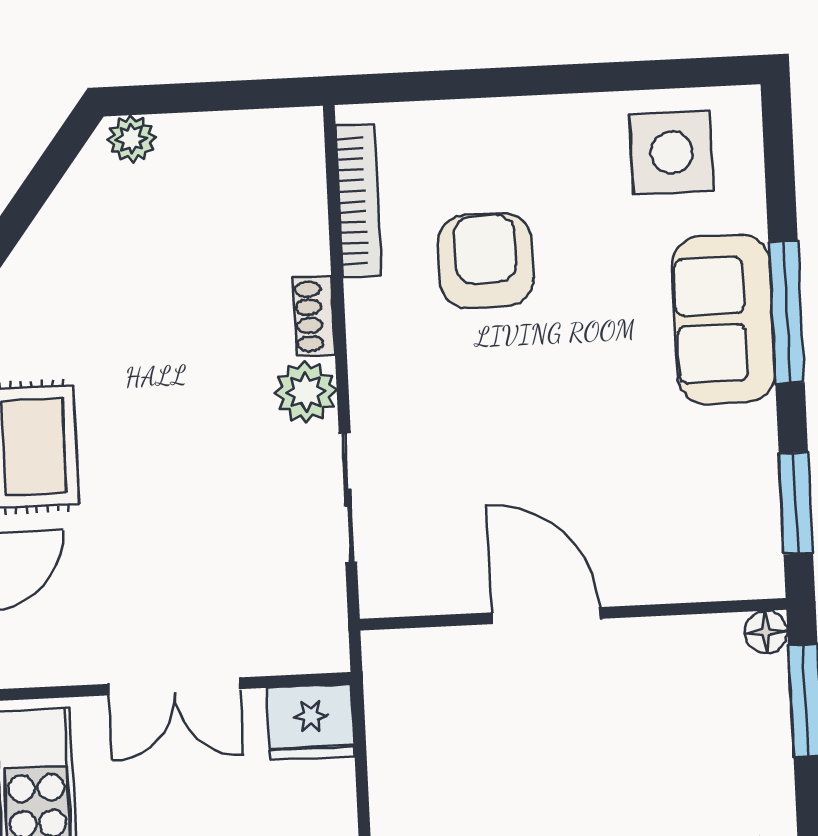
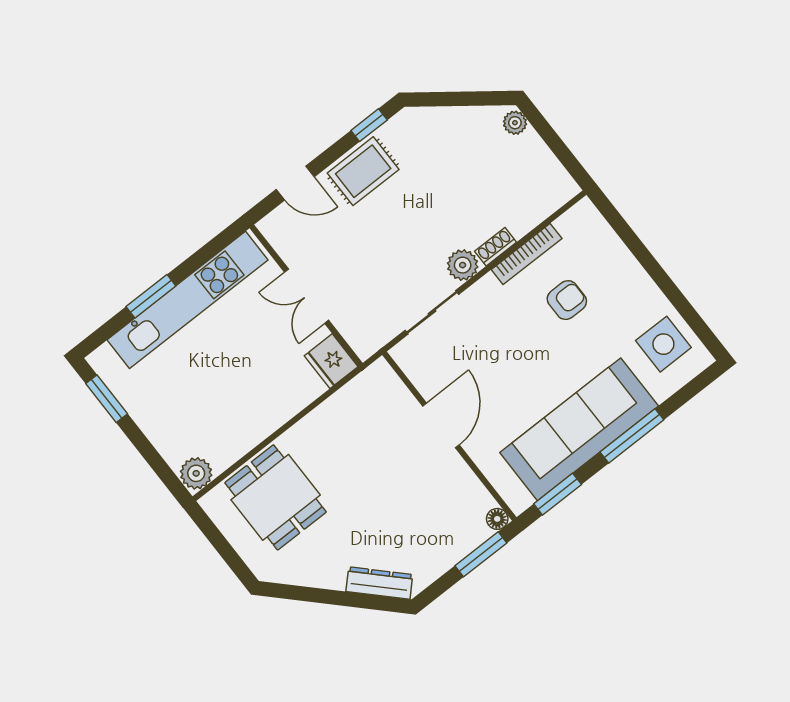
bookcase: (359, 201) -> (527, 254), moved
armchair: (486, 261) -> (567, 300), width x0.72, depth x0.72
sofa: (723, 319) -> (579, 429), width x1.85, depth x1.27

